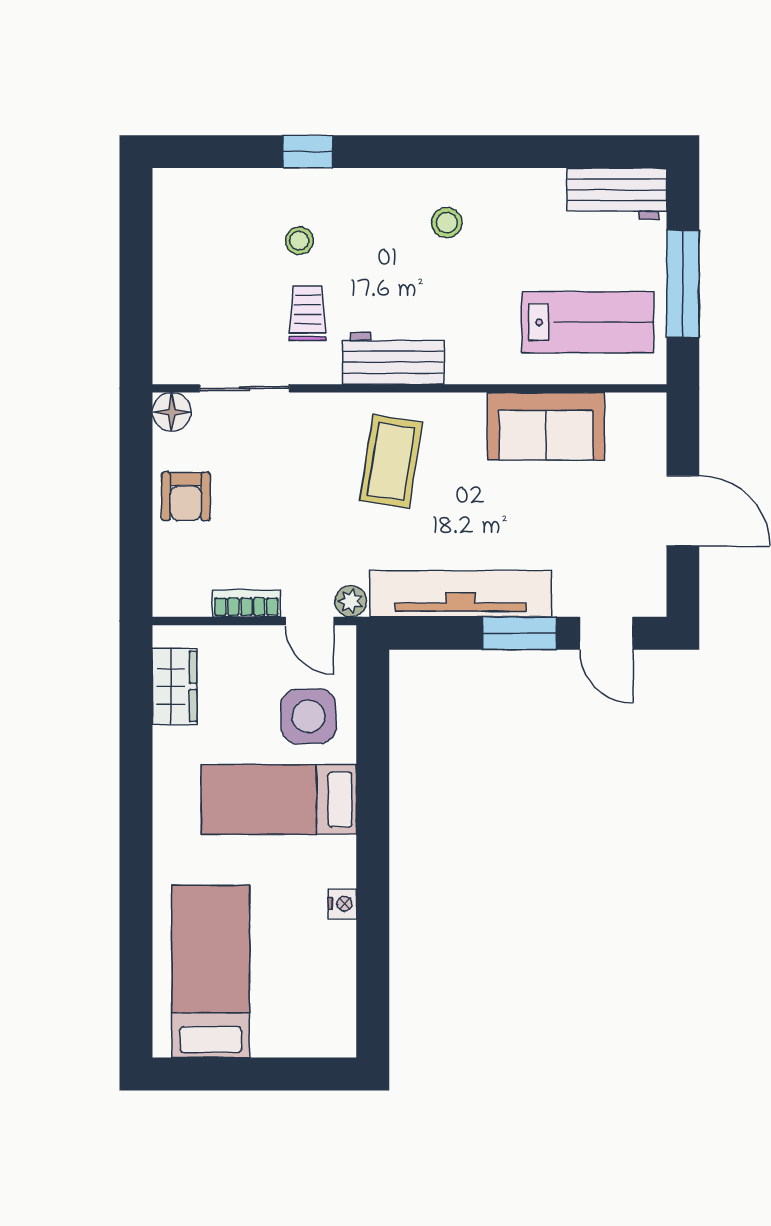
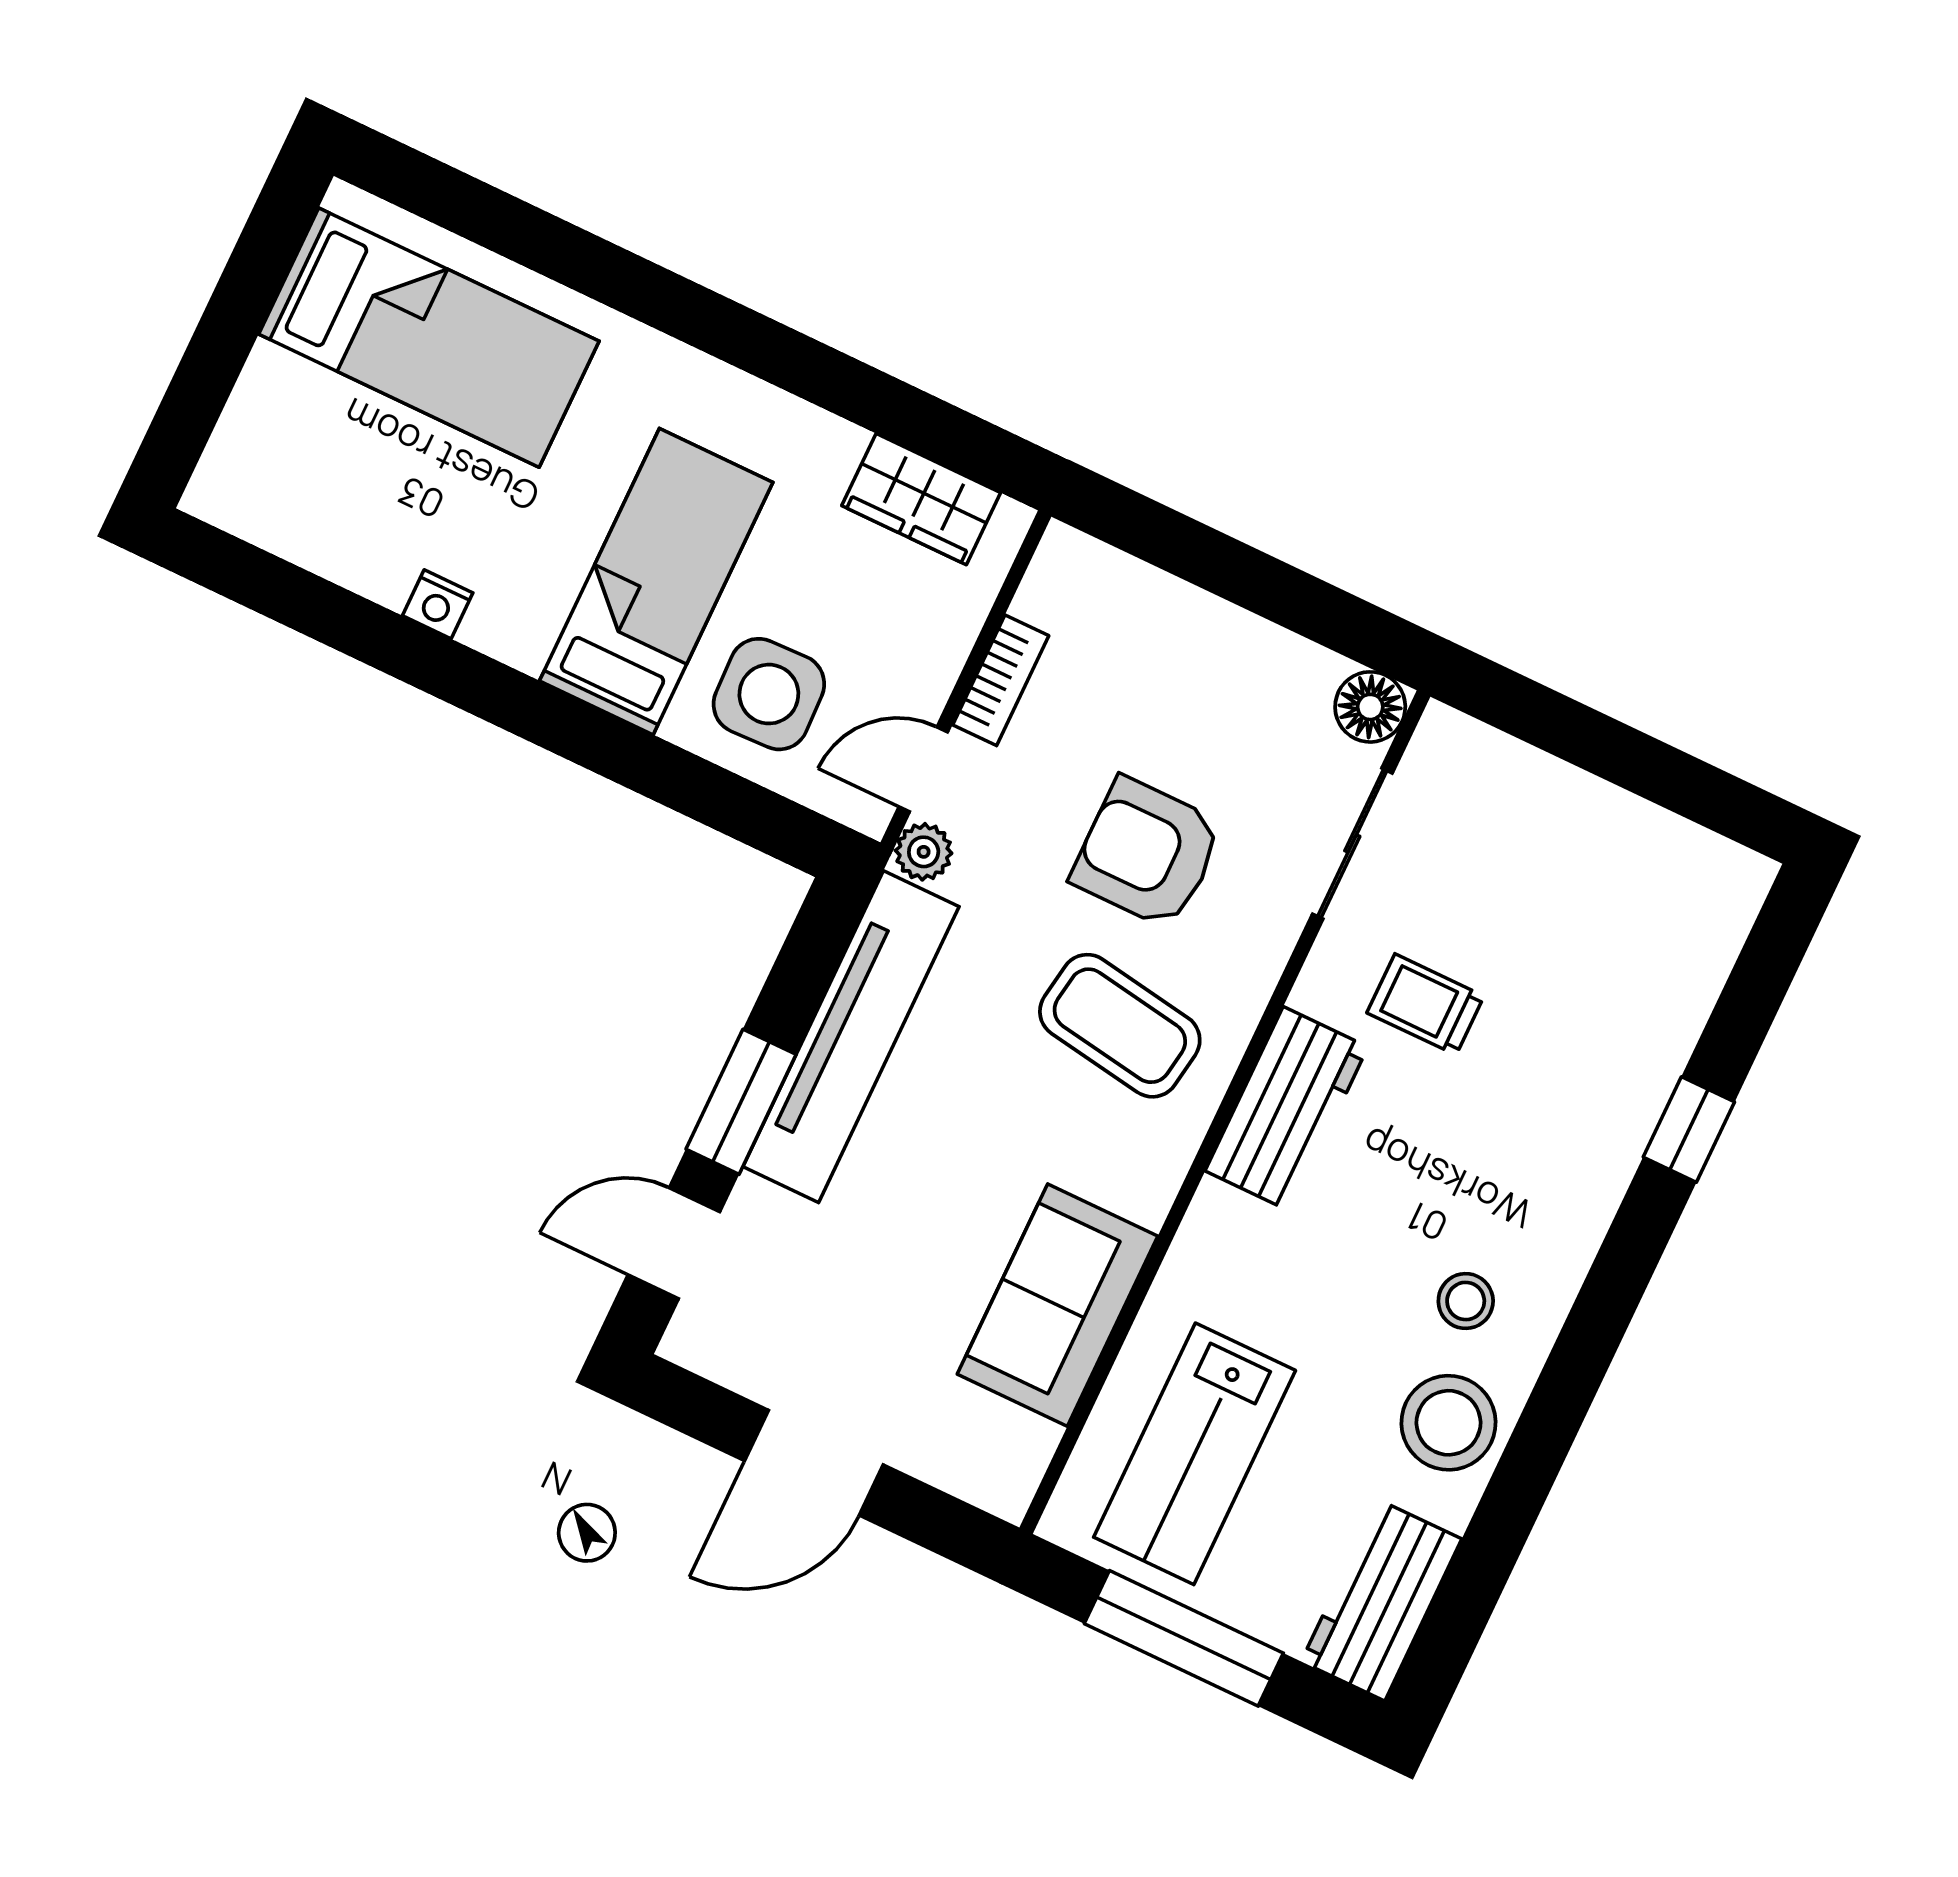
stool: (299, 241) -> (1449, 1423), moved, width x1.89, depth x1.89
trolley: (308, 313) -> (1425, 1004), turned 180
armchair: (186, 496) -> (1147, 853), moved, width x1.38, depth x1.38

